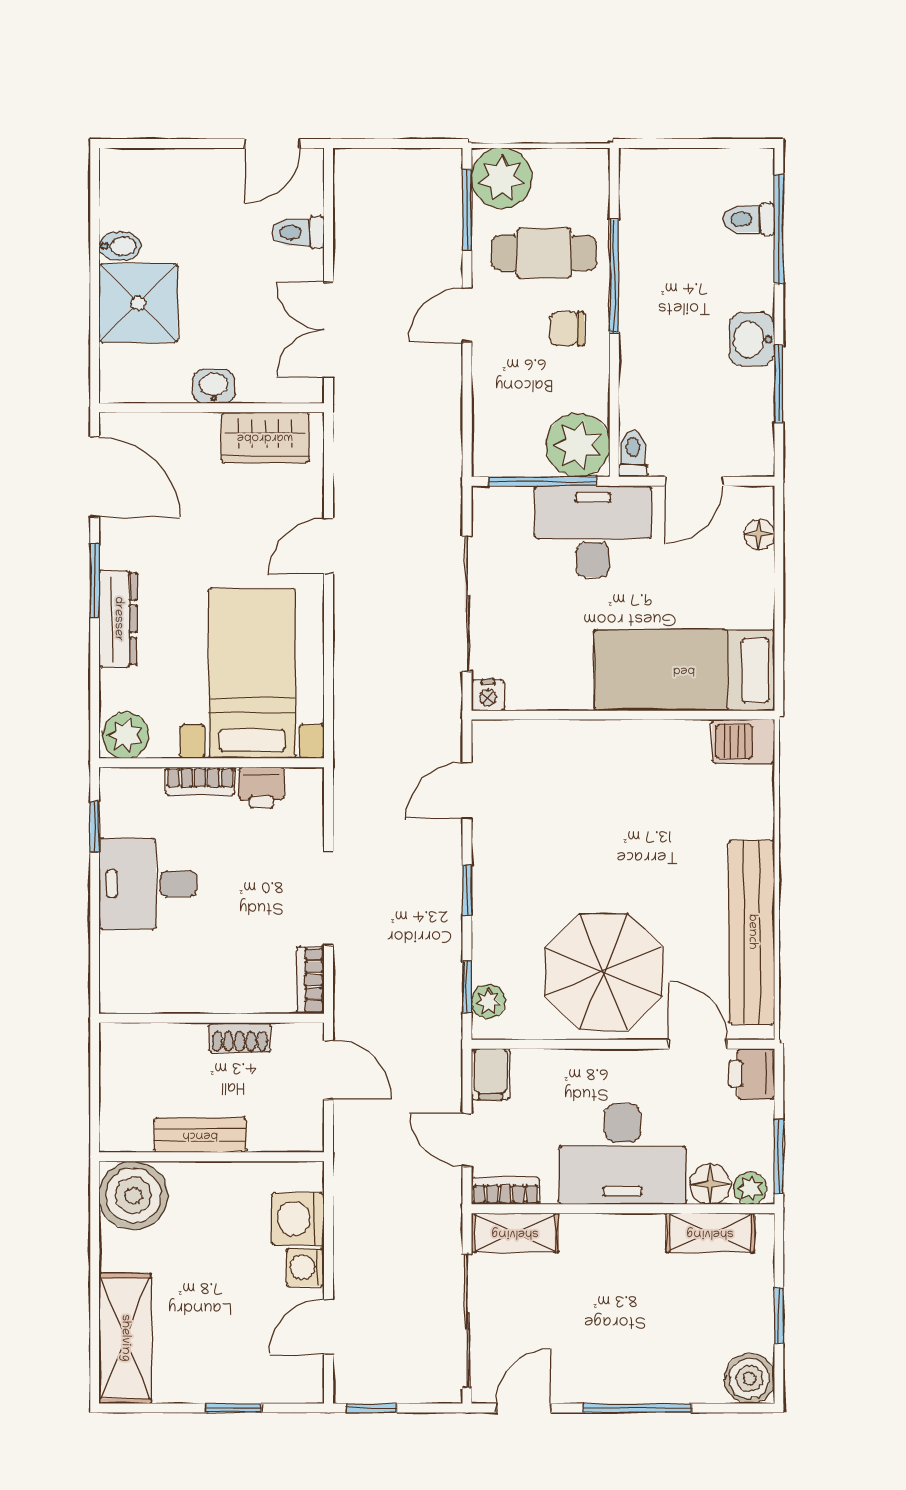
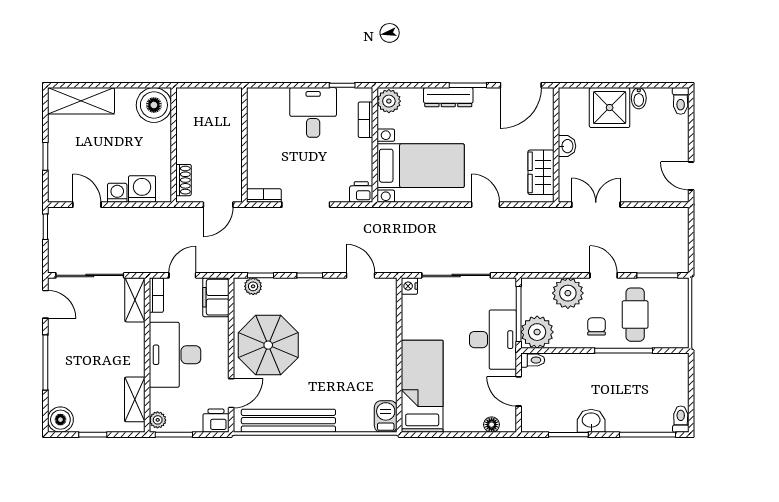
plant: (502, 178) -> (568, 293), moved
toilet: (749, 219) -> (681, 419), moved
toilet: (298, 232) -> (681, 101), moved, turned 180
bookcase: (200, 781) -> (366, 120), moved
printer: (261, 788) -> (361, 192), moved, turned 90
shoe rack: (240, 1038) -> (184, 180), moved, turned 180
filing cabinet: (491, 1074) -> (216, 297), width x2.00
bench: (200, 1135) -> (185, 139), removed
floor lamp: (710, 1184) -> (160, 399), removed

